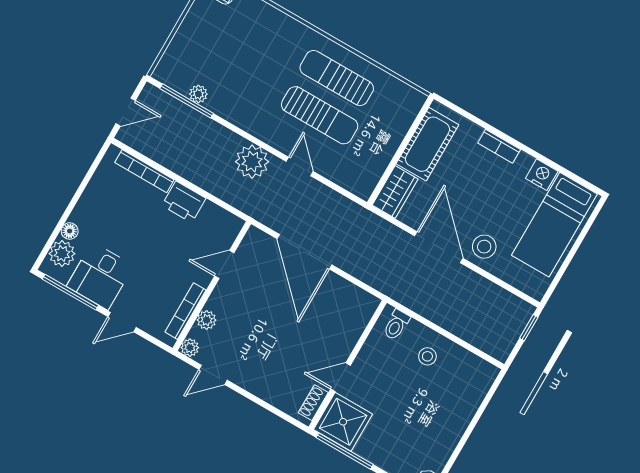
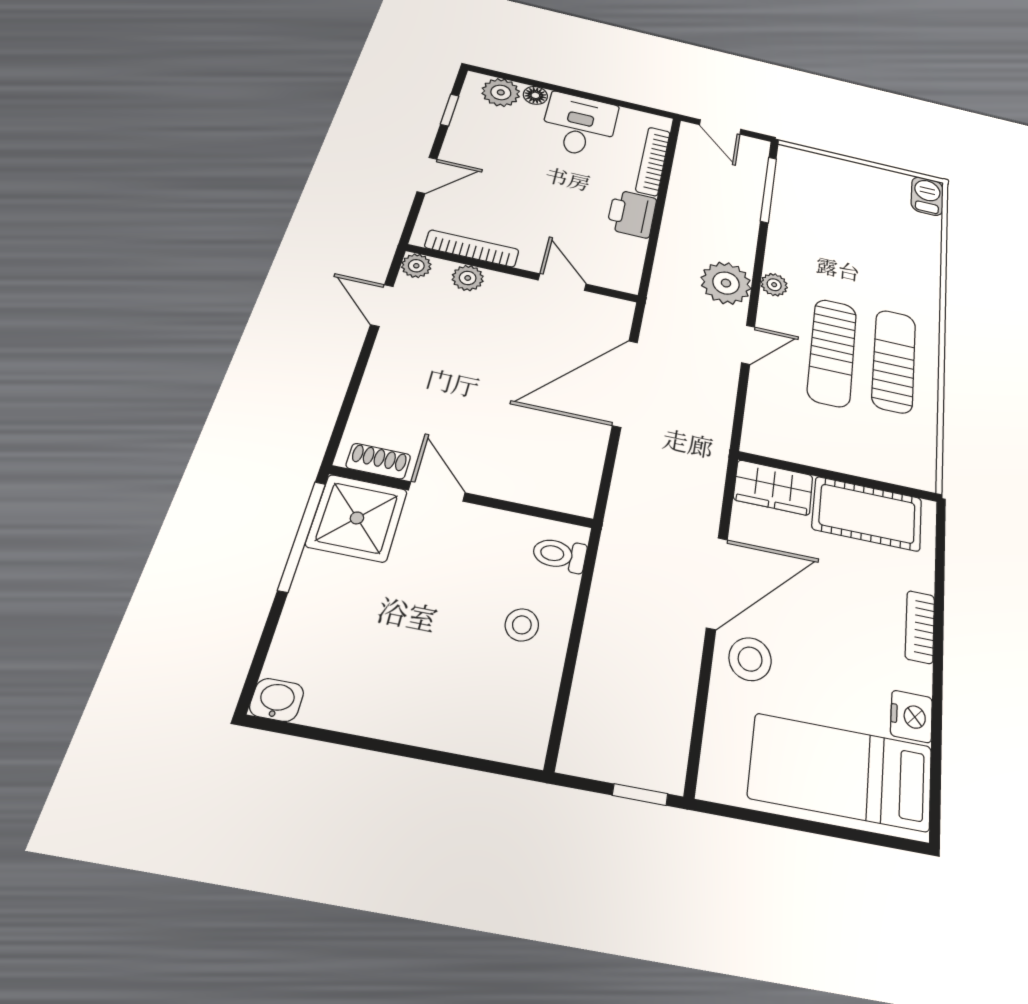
plant: (198, 94) -> (774, 285), moved
desk: (100, 276) -> (579, 125), moved, turned 90
window: (70, 292) -> (450, 110), width x0.46
door: (122, 322) -> (427, 175), swing flipped

